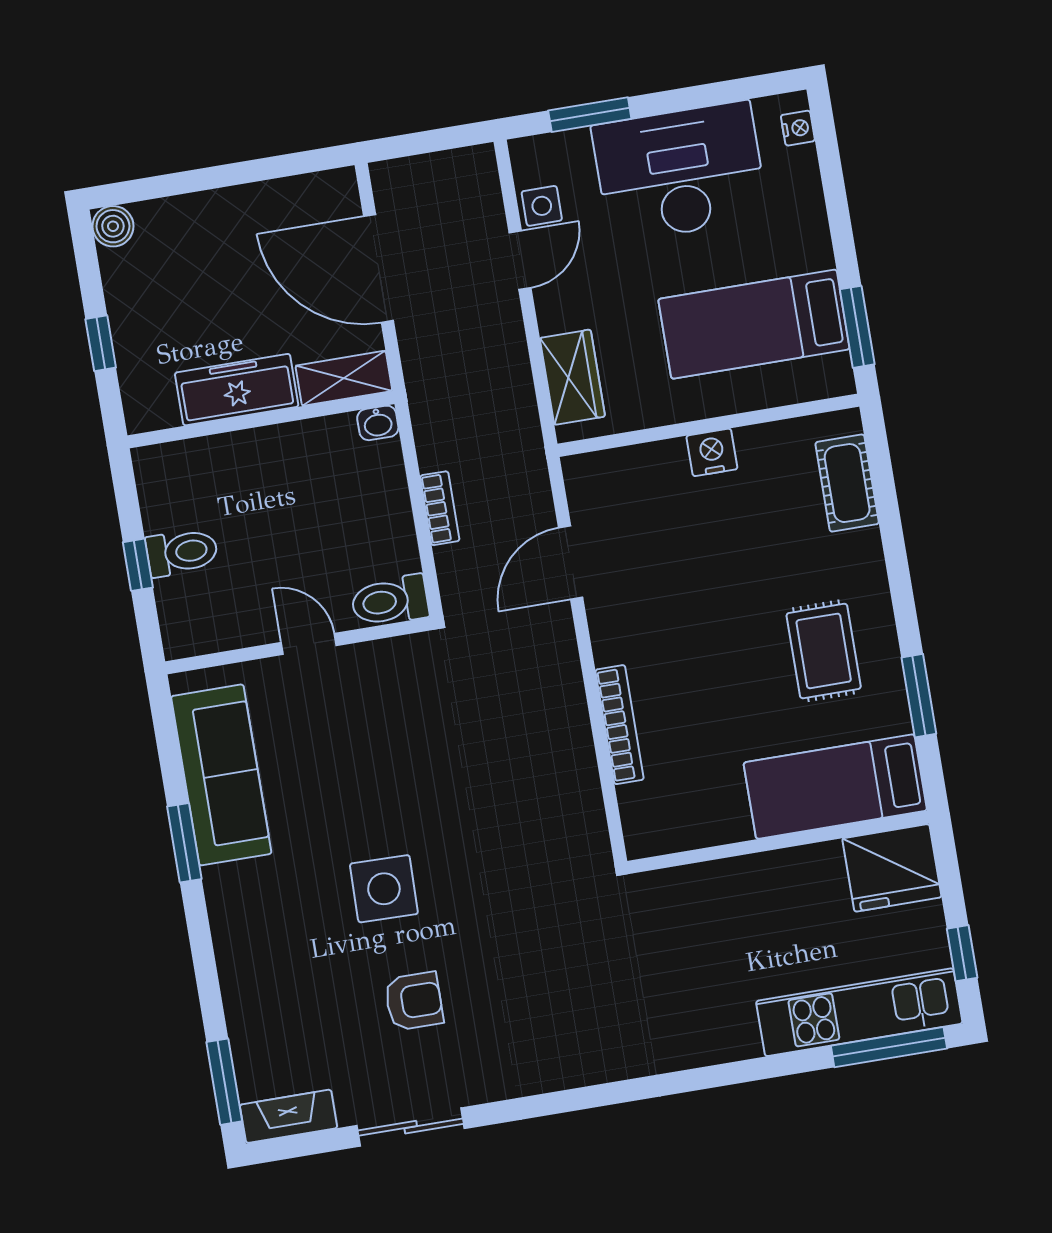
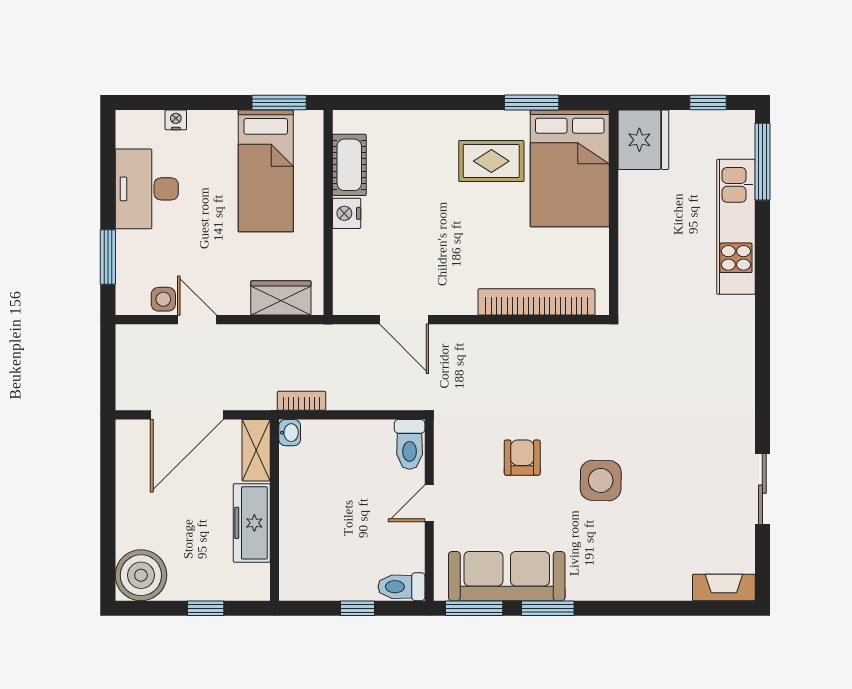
nightstand: (798, 128) -> (176, 120), moved
desk: (680, 172) -> (147, 189), width x0.73, depth x0.77
boiler: (113, 226) -> (141, 575), width x1.86, depth x1.86
cot: (847, 483) -> (349, 165), moved, turned 90
bookcase: (440, 508) -> (301, 401), moved
toilet: (182, 552) -> (401, 587), moved, turned -90
bookcase: (620, 725) -> (536, 302), width x1.48, depth x1.31
bed: (835, 787) -> (570, 168), width x1.50
armchair: (414, 1001) -> (522, 458), moved
kitchen unit: (859, 1012) -> (736, 227), moved
window: (224, 1082) -> (474, 608), moved
fireplace: (289, 1116) -> (724, 588), moved, turned 90

